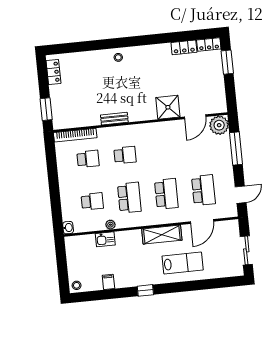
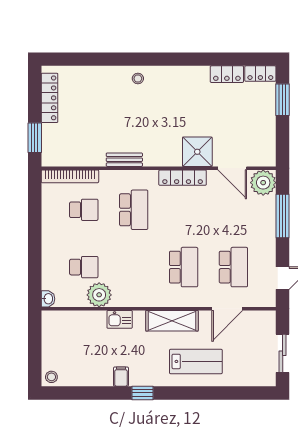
locker: (53, 72) -> (50, 98), width x1.53
door: (195, 117) -> (232, 168), hinge flipped
locker: (159, 128) -> (183, 178), added
school desk: (125, 155) -> (134, 210), width x1.85
school desk: (129, 198) -> (134, 267), removed
plant: (110, 225) -> (99, 295), width x1.88, depth x1.88
kitchen sink: (105, 239) -> (120, 319), moved
filing cabinet: (108, 282) -> (121, 377), moved

